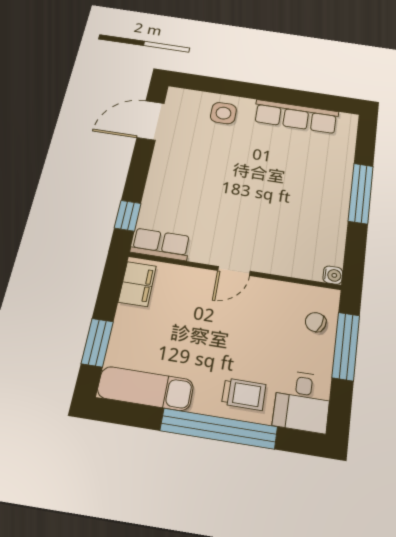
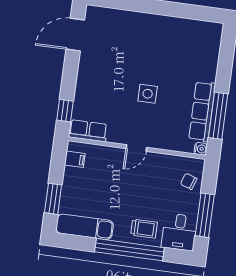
side table: (223, 113) -> (148, 94), moved
row of seats: (296, 117) -> (202, 111), moved, turned 90
window: (361, 193) -> (218, 116), moved
filing cabinet: (137, 284) -> (75, 159), width x0.50
window: (346, 346) -> (205, 215), moved

